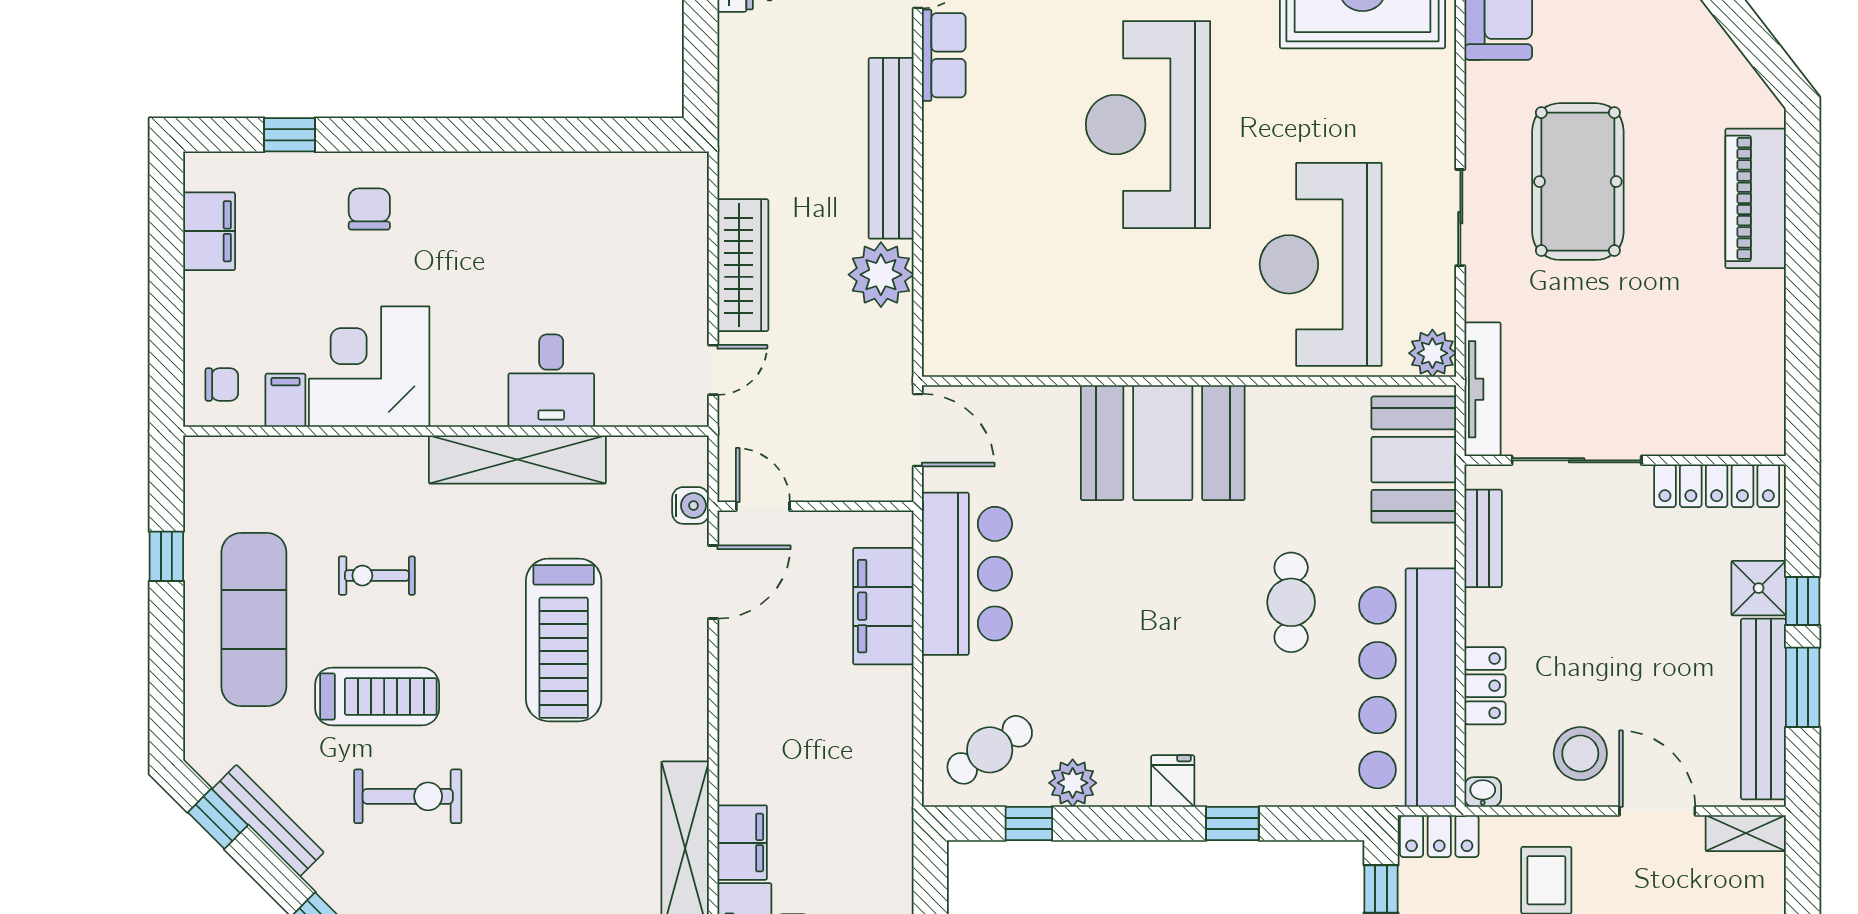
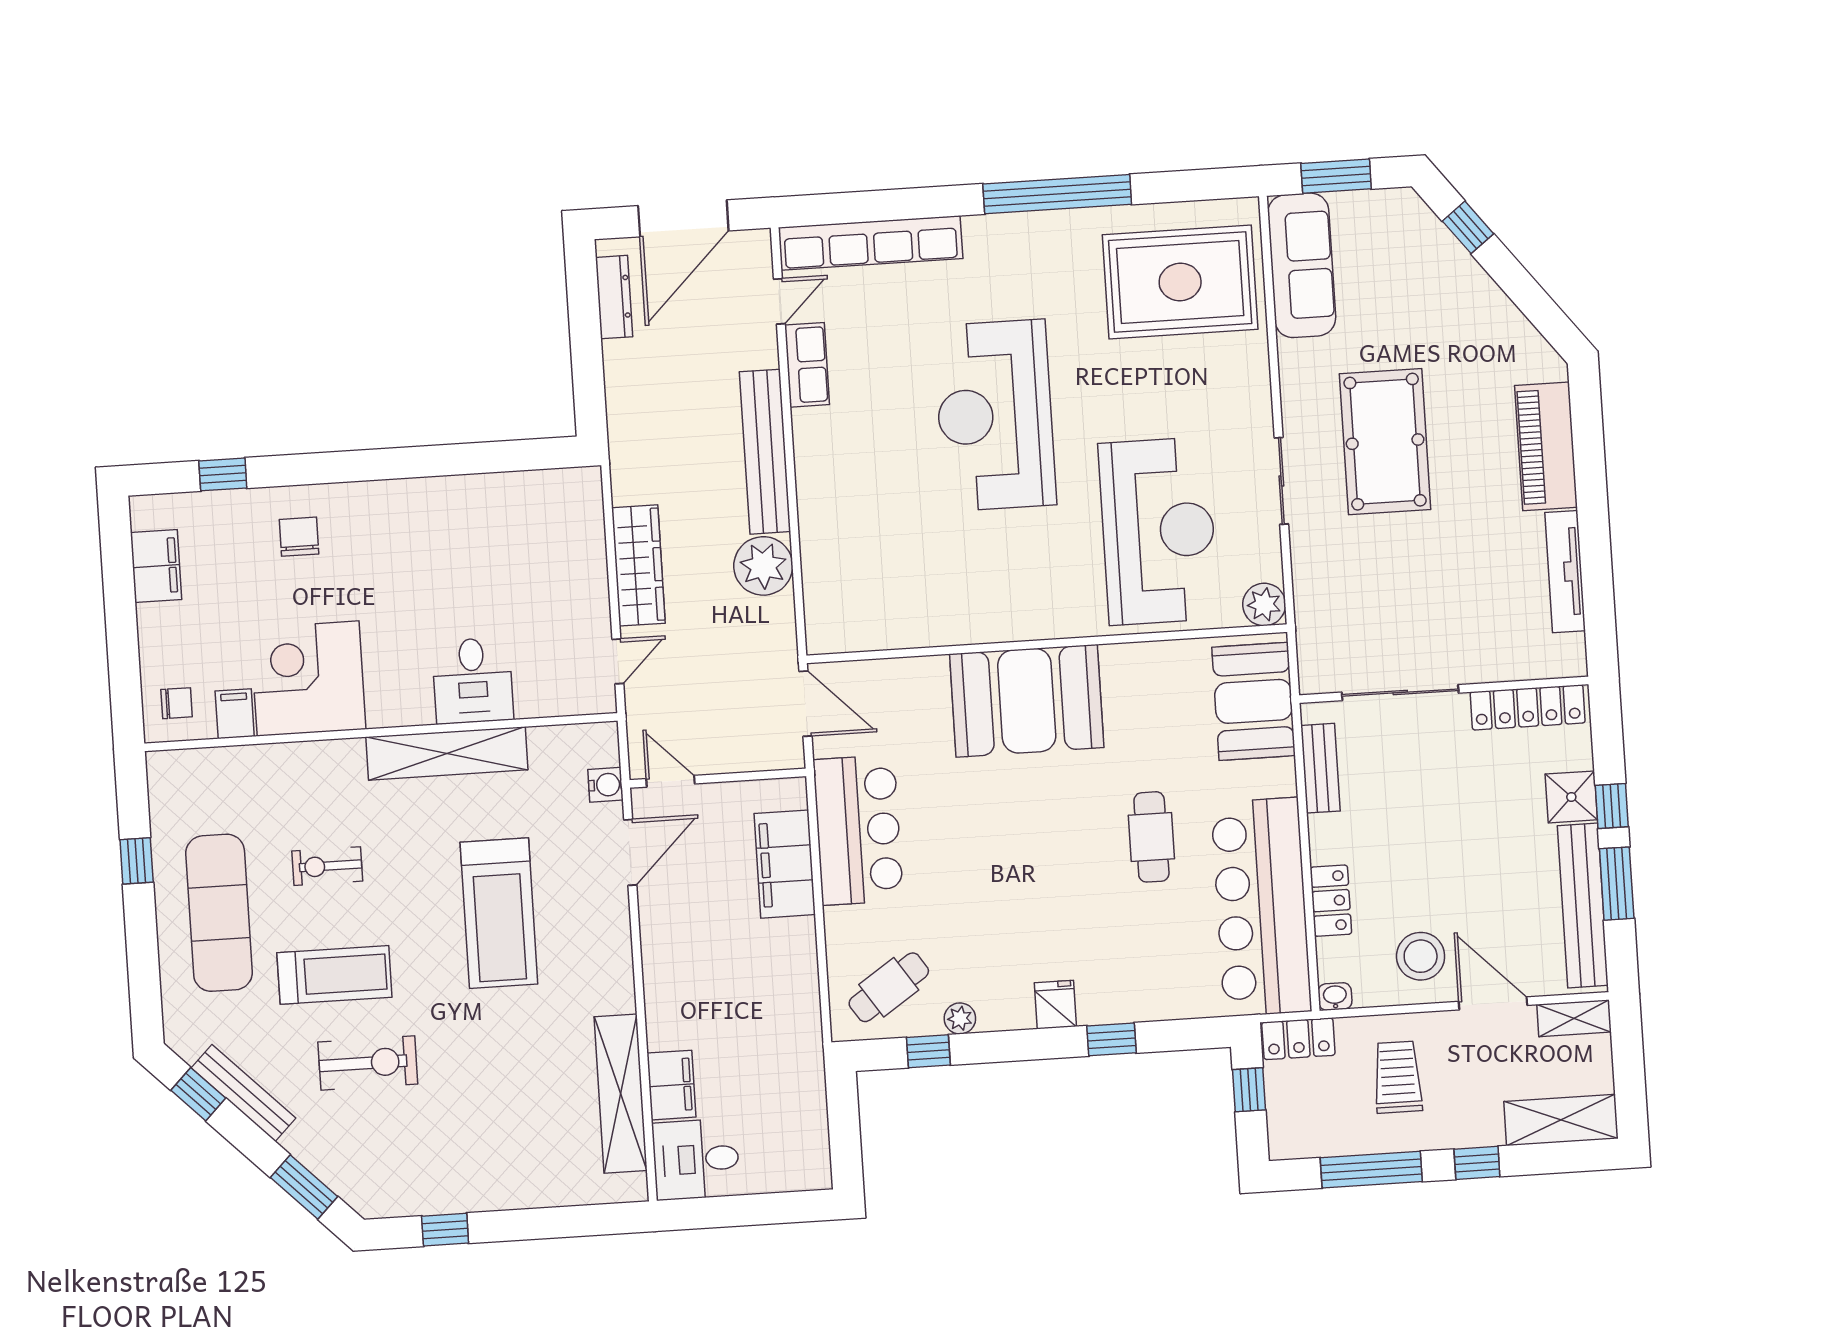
reception desk: (1321, 264) -> (1158, 531), turned 180
tv unit: (1483, 389) -> (1565, 572), moved, turned 180
plant: (1073, 783) -> (960, 1018), width x0.73, depth x0.73

